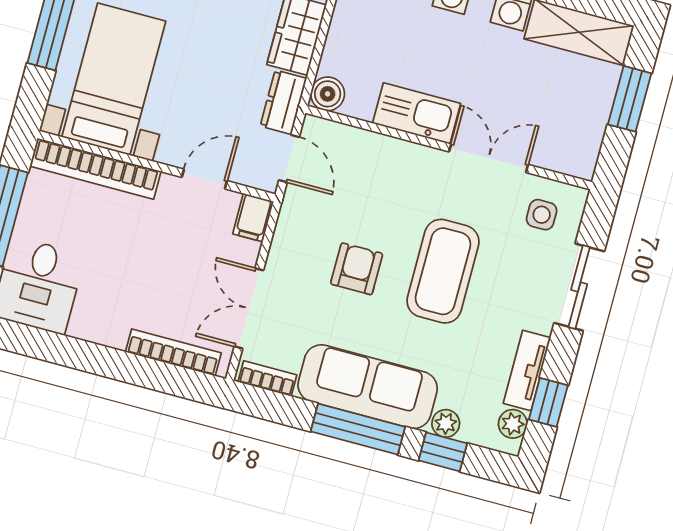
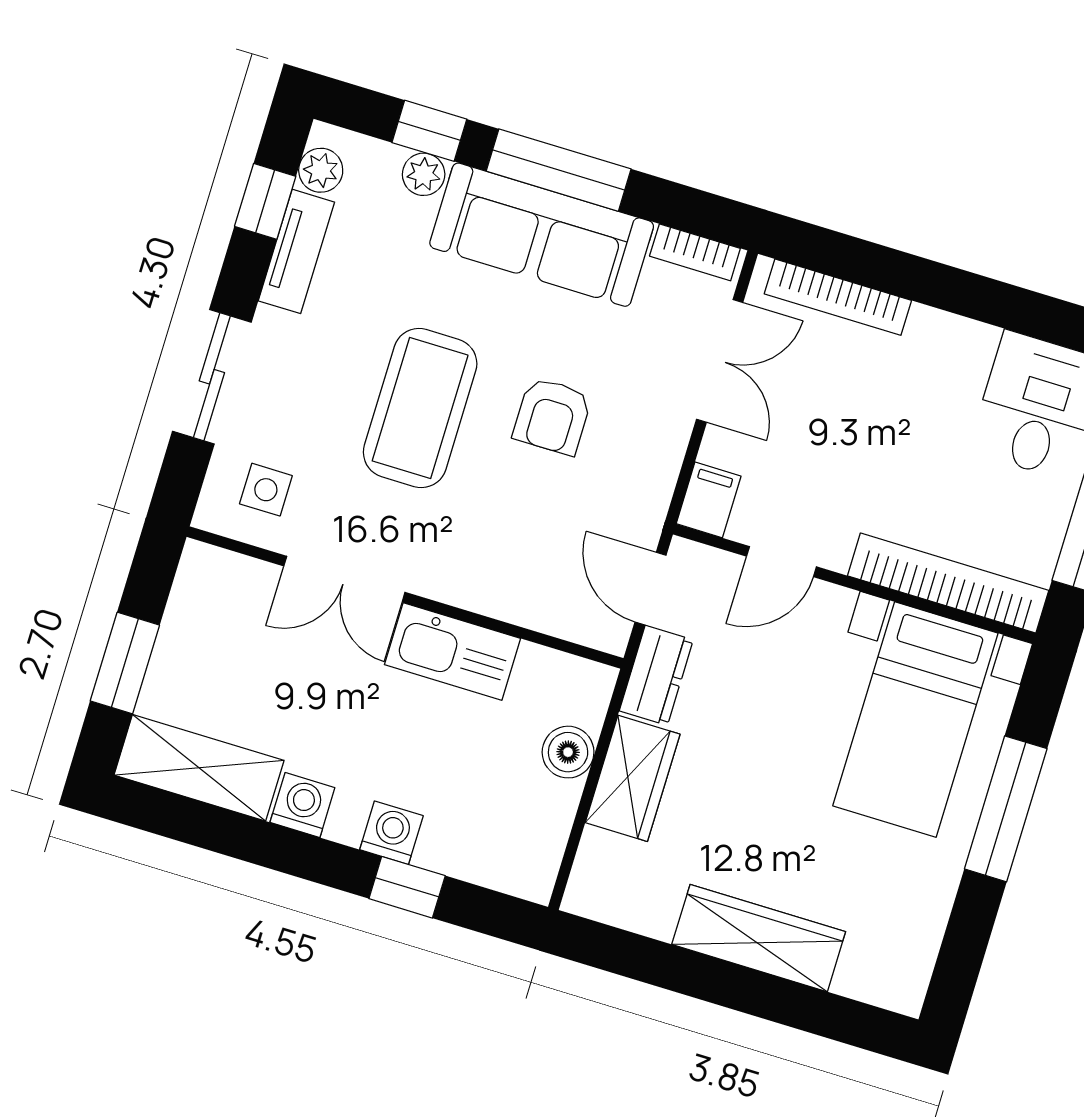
boiler: (328, 94) -> (568, 752), moved

